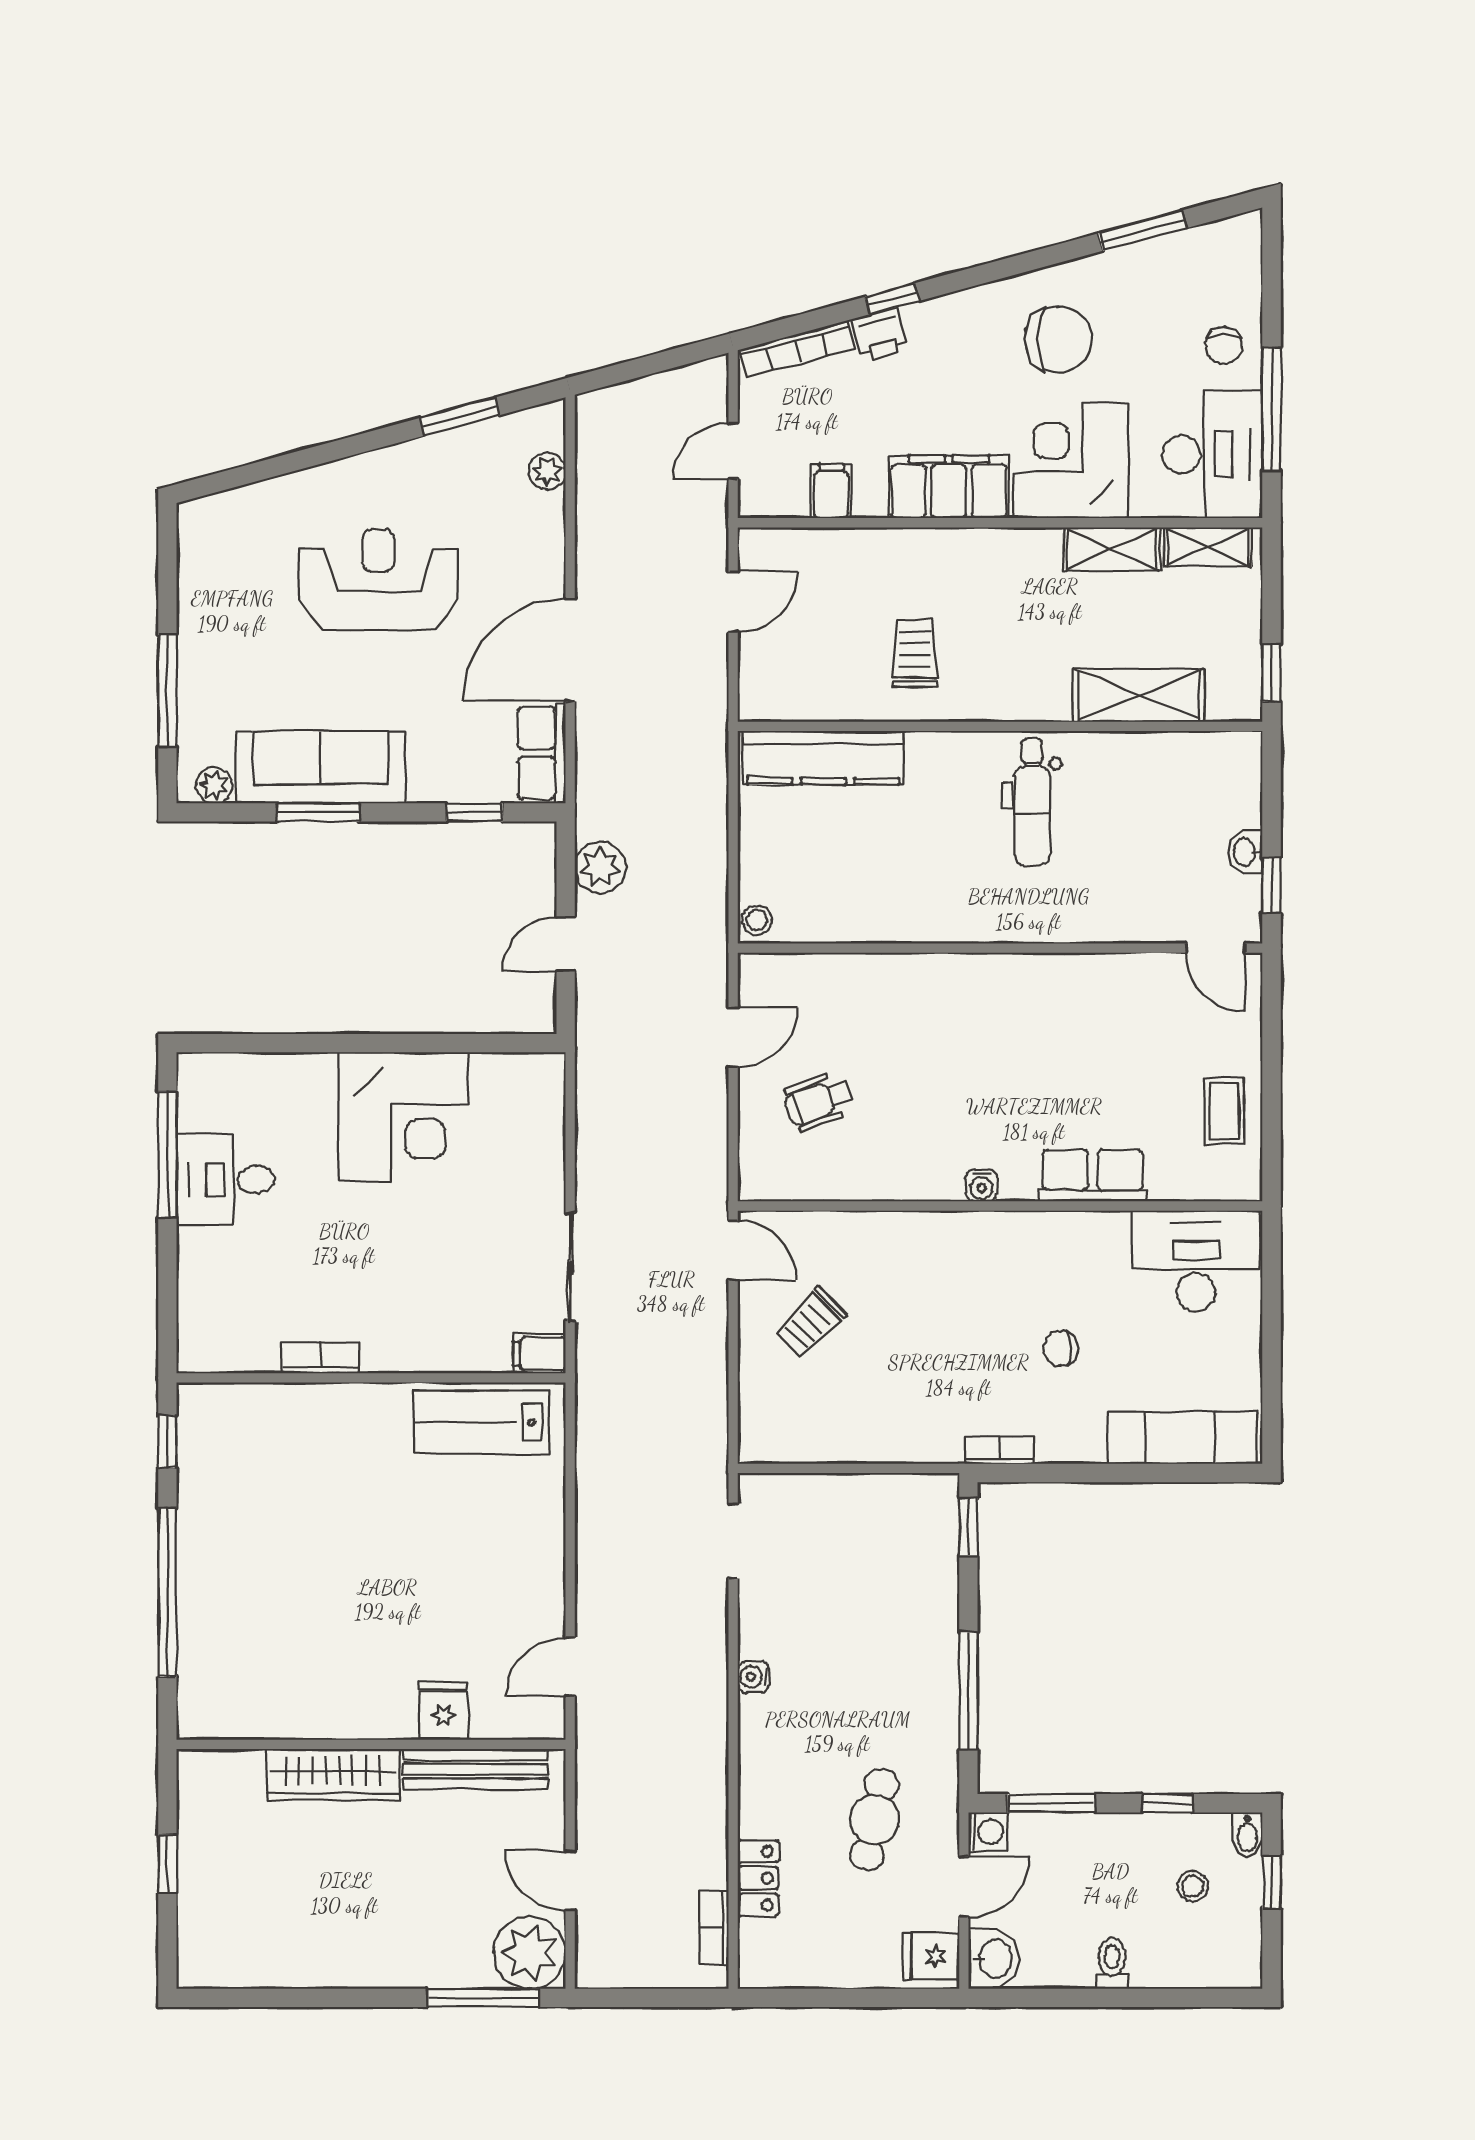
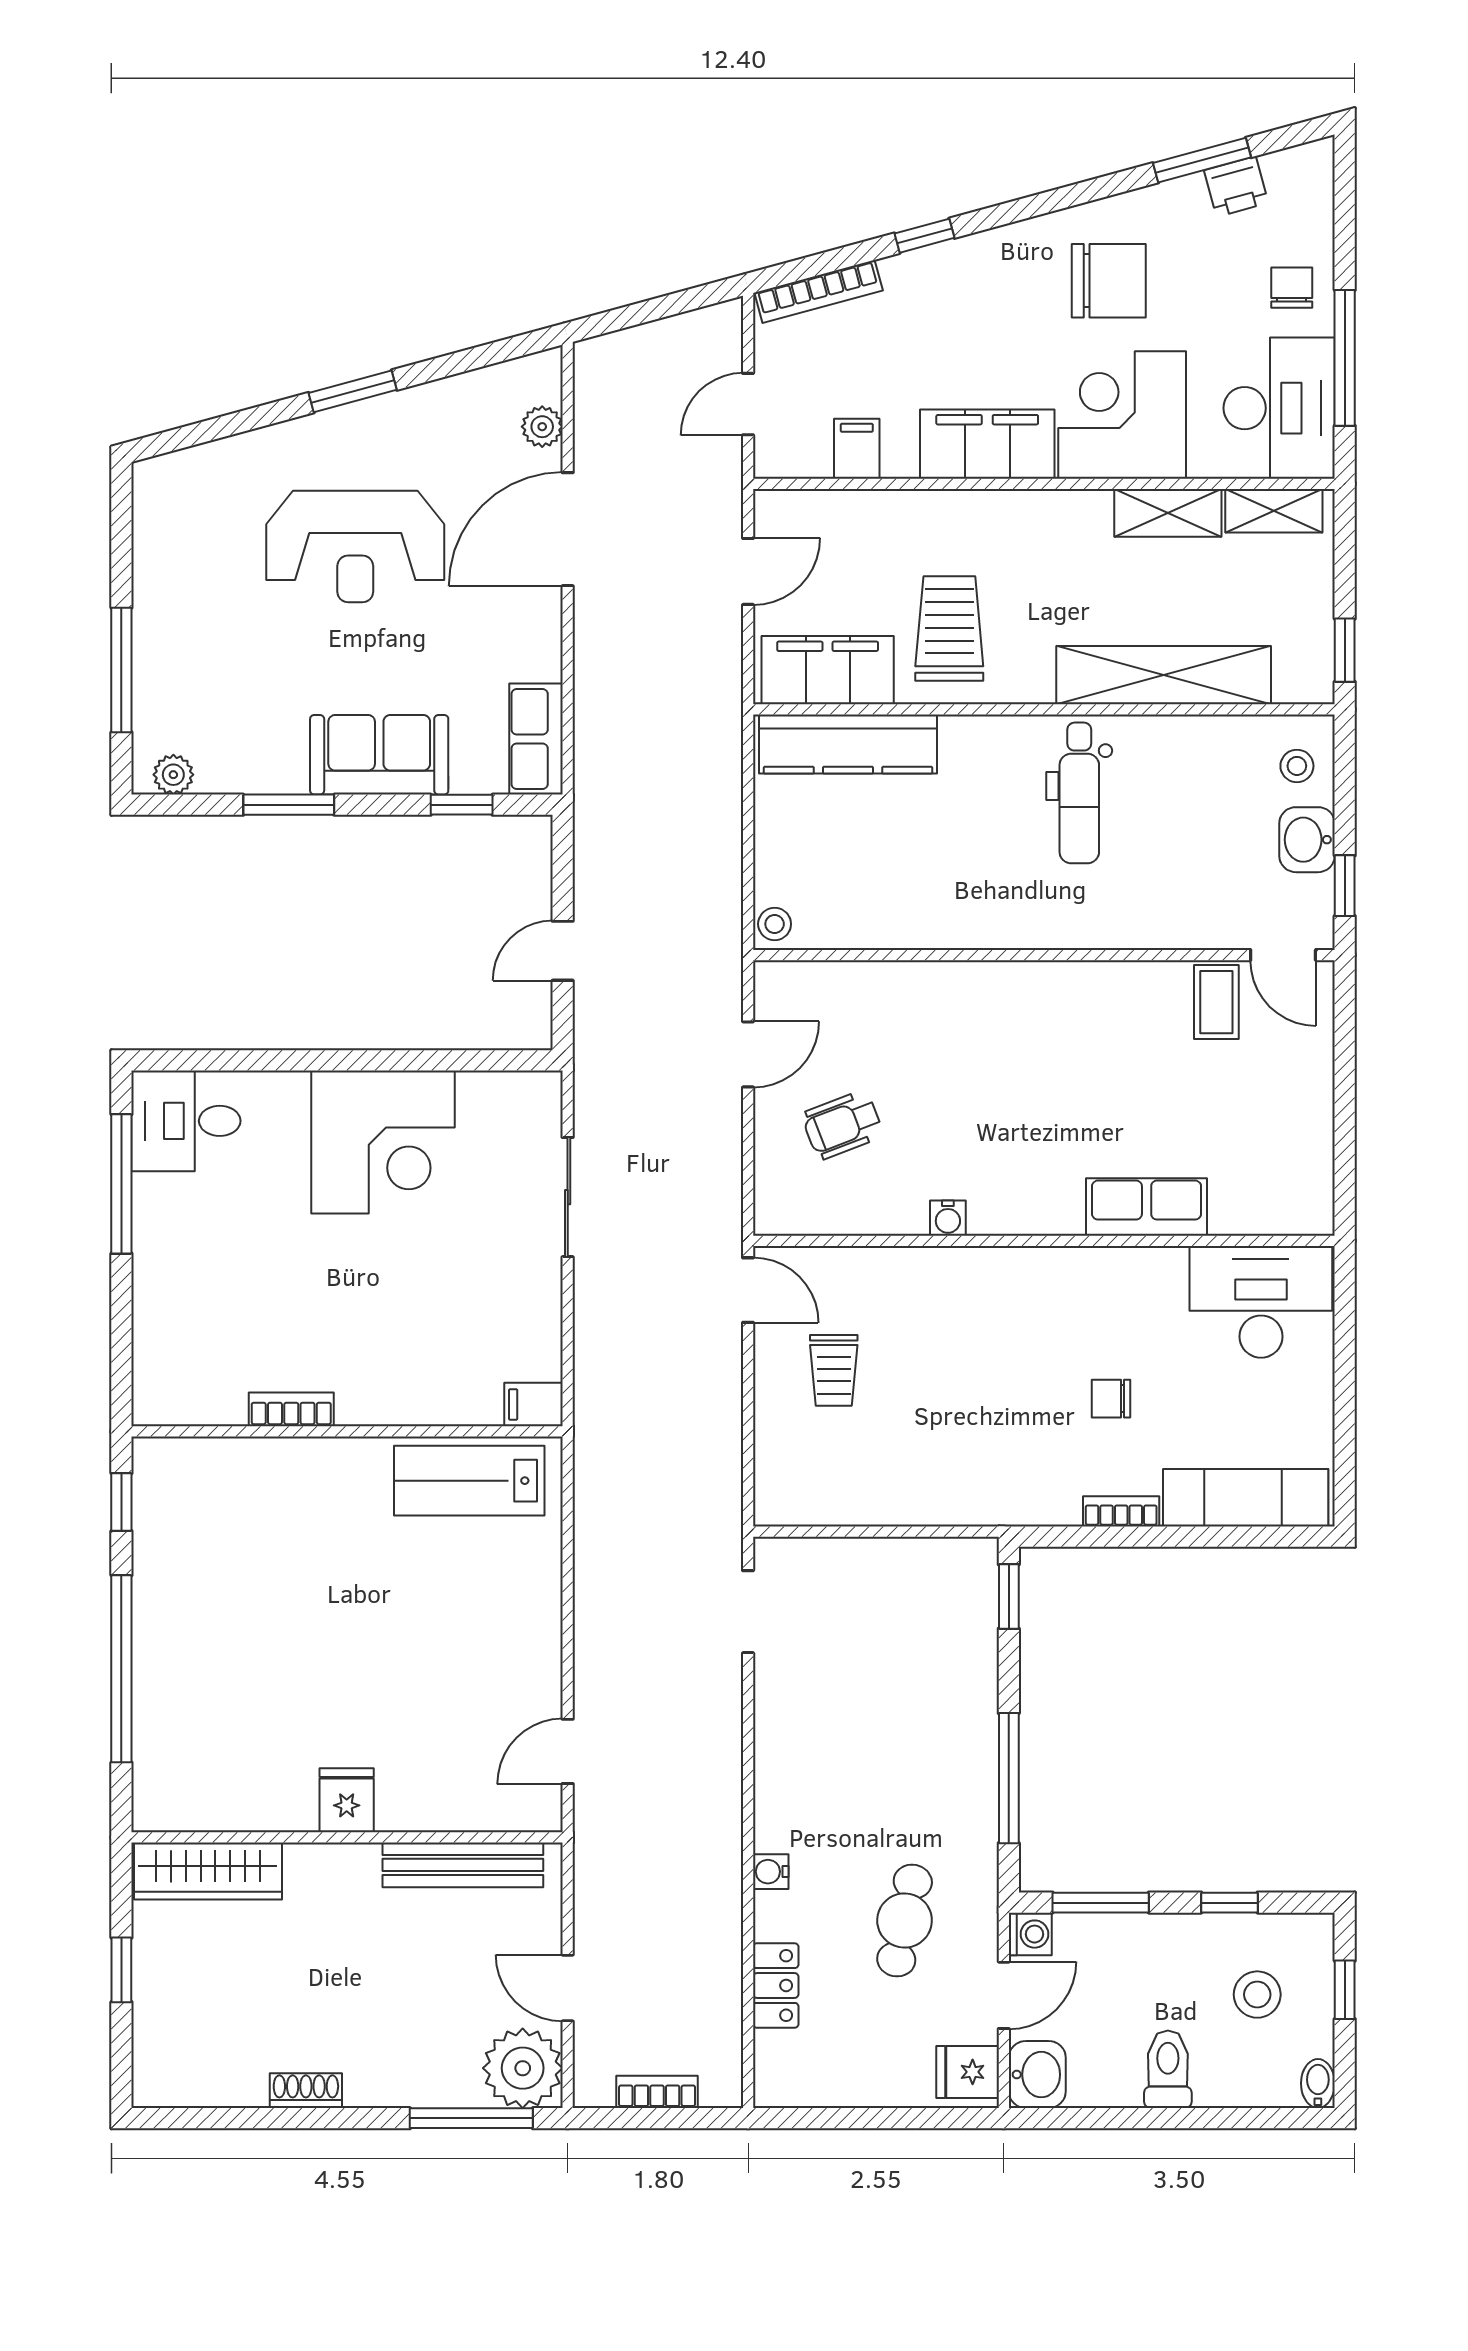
printer: (880, 334) -> (1236, 187), moved
chair: (1224, 346) -> (1292, 288), turned 180
window: (460, 416) -> (353, 391), moved
reception desk: (378, 579) -> (355, 547), turned 180
door: (570, 650) -> (568, 529), moved
trolley: (915, 653) -> (949, 629), width x1.36, depth x1.39
filing cabinet: (805, 691) -> (828, 670), added
shelving: (1139, 695) -> (1164, 675), width x1.47
sofa: (321, 767) -> (379, 755), moved, width x0.73
stool: (1228, 777) -> (1297, 766), added
washbasin: (1245, 852) -> (1307, 840), width x1.38, depth x1.45
plant: (600, 867) -> (601, 866), removed
coffee table: (1224, 1111) -> (1216, 1002), moved
desk: (226, 1180) -> (186, 1121), moved
water cooler: (982, 1185) -> (948, 1218), moved
sliding door: (570, 1267) -> (568, 1197), moved
trolley: (810, 1323) -> (834, 1370), turned -45
bookcase: (1000, 1450) -> (1121, 1511), moved
water cooler: (753, 1677) -> (771, 1872), moved
fridge: (443, 1711) -> (347, 1800), moved
wardrobe: (333, 1775) -> (208, 1871), moved
bidet: (1247, 1835) -> (1318, 2083), moved, turned 180
stool: (1193, 1886) -> (1257, 1995), width x1.37, depth x1.37
bookcase: (714, 1928) -> (657, 2092), moved, turned 90
toilet: (1112, 1963) -> (1168, 2069), width x1.37, depth x1.39
shoe rack: (334, 1973) -> (306, 2091), added

